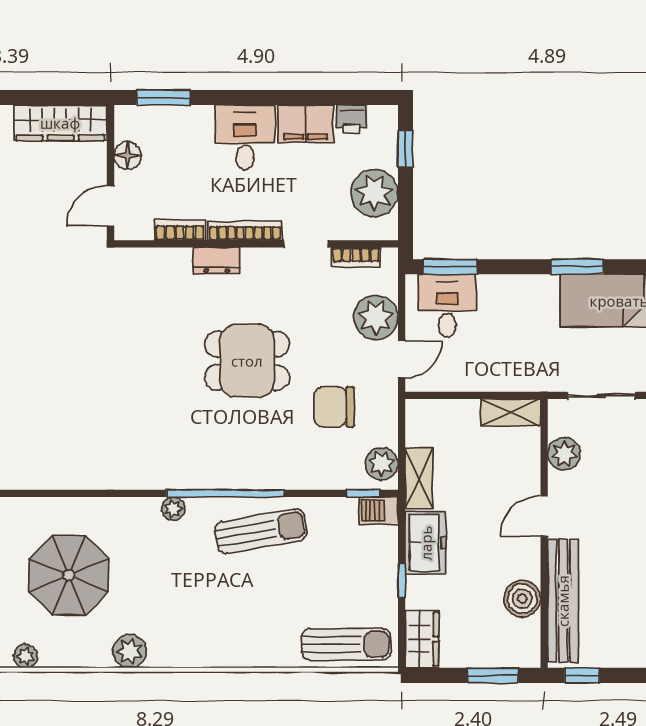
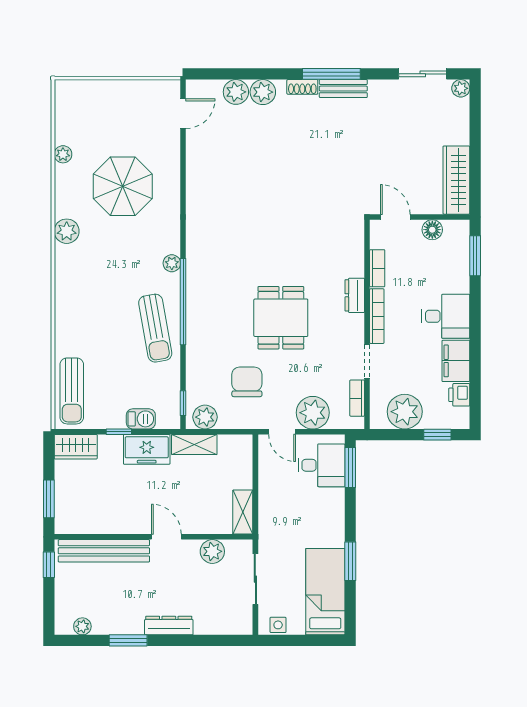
barbecue: (379, 511) -> (141, 419), moved, turned 90
boiler: (522, 599) -> (105, 521), removed

